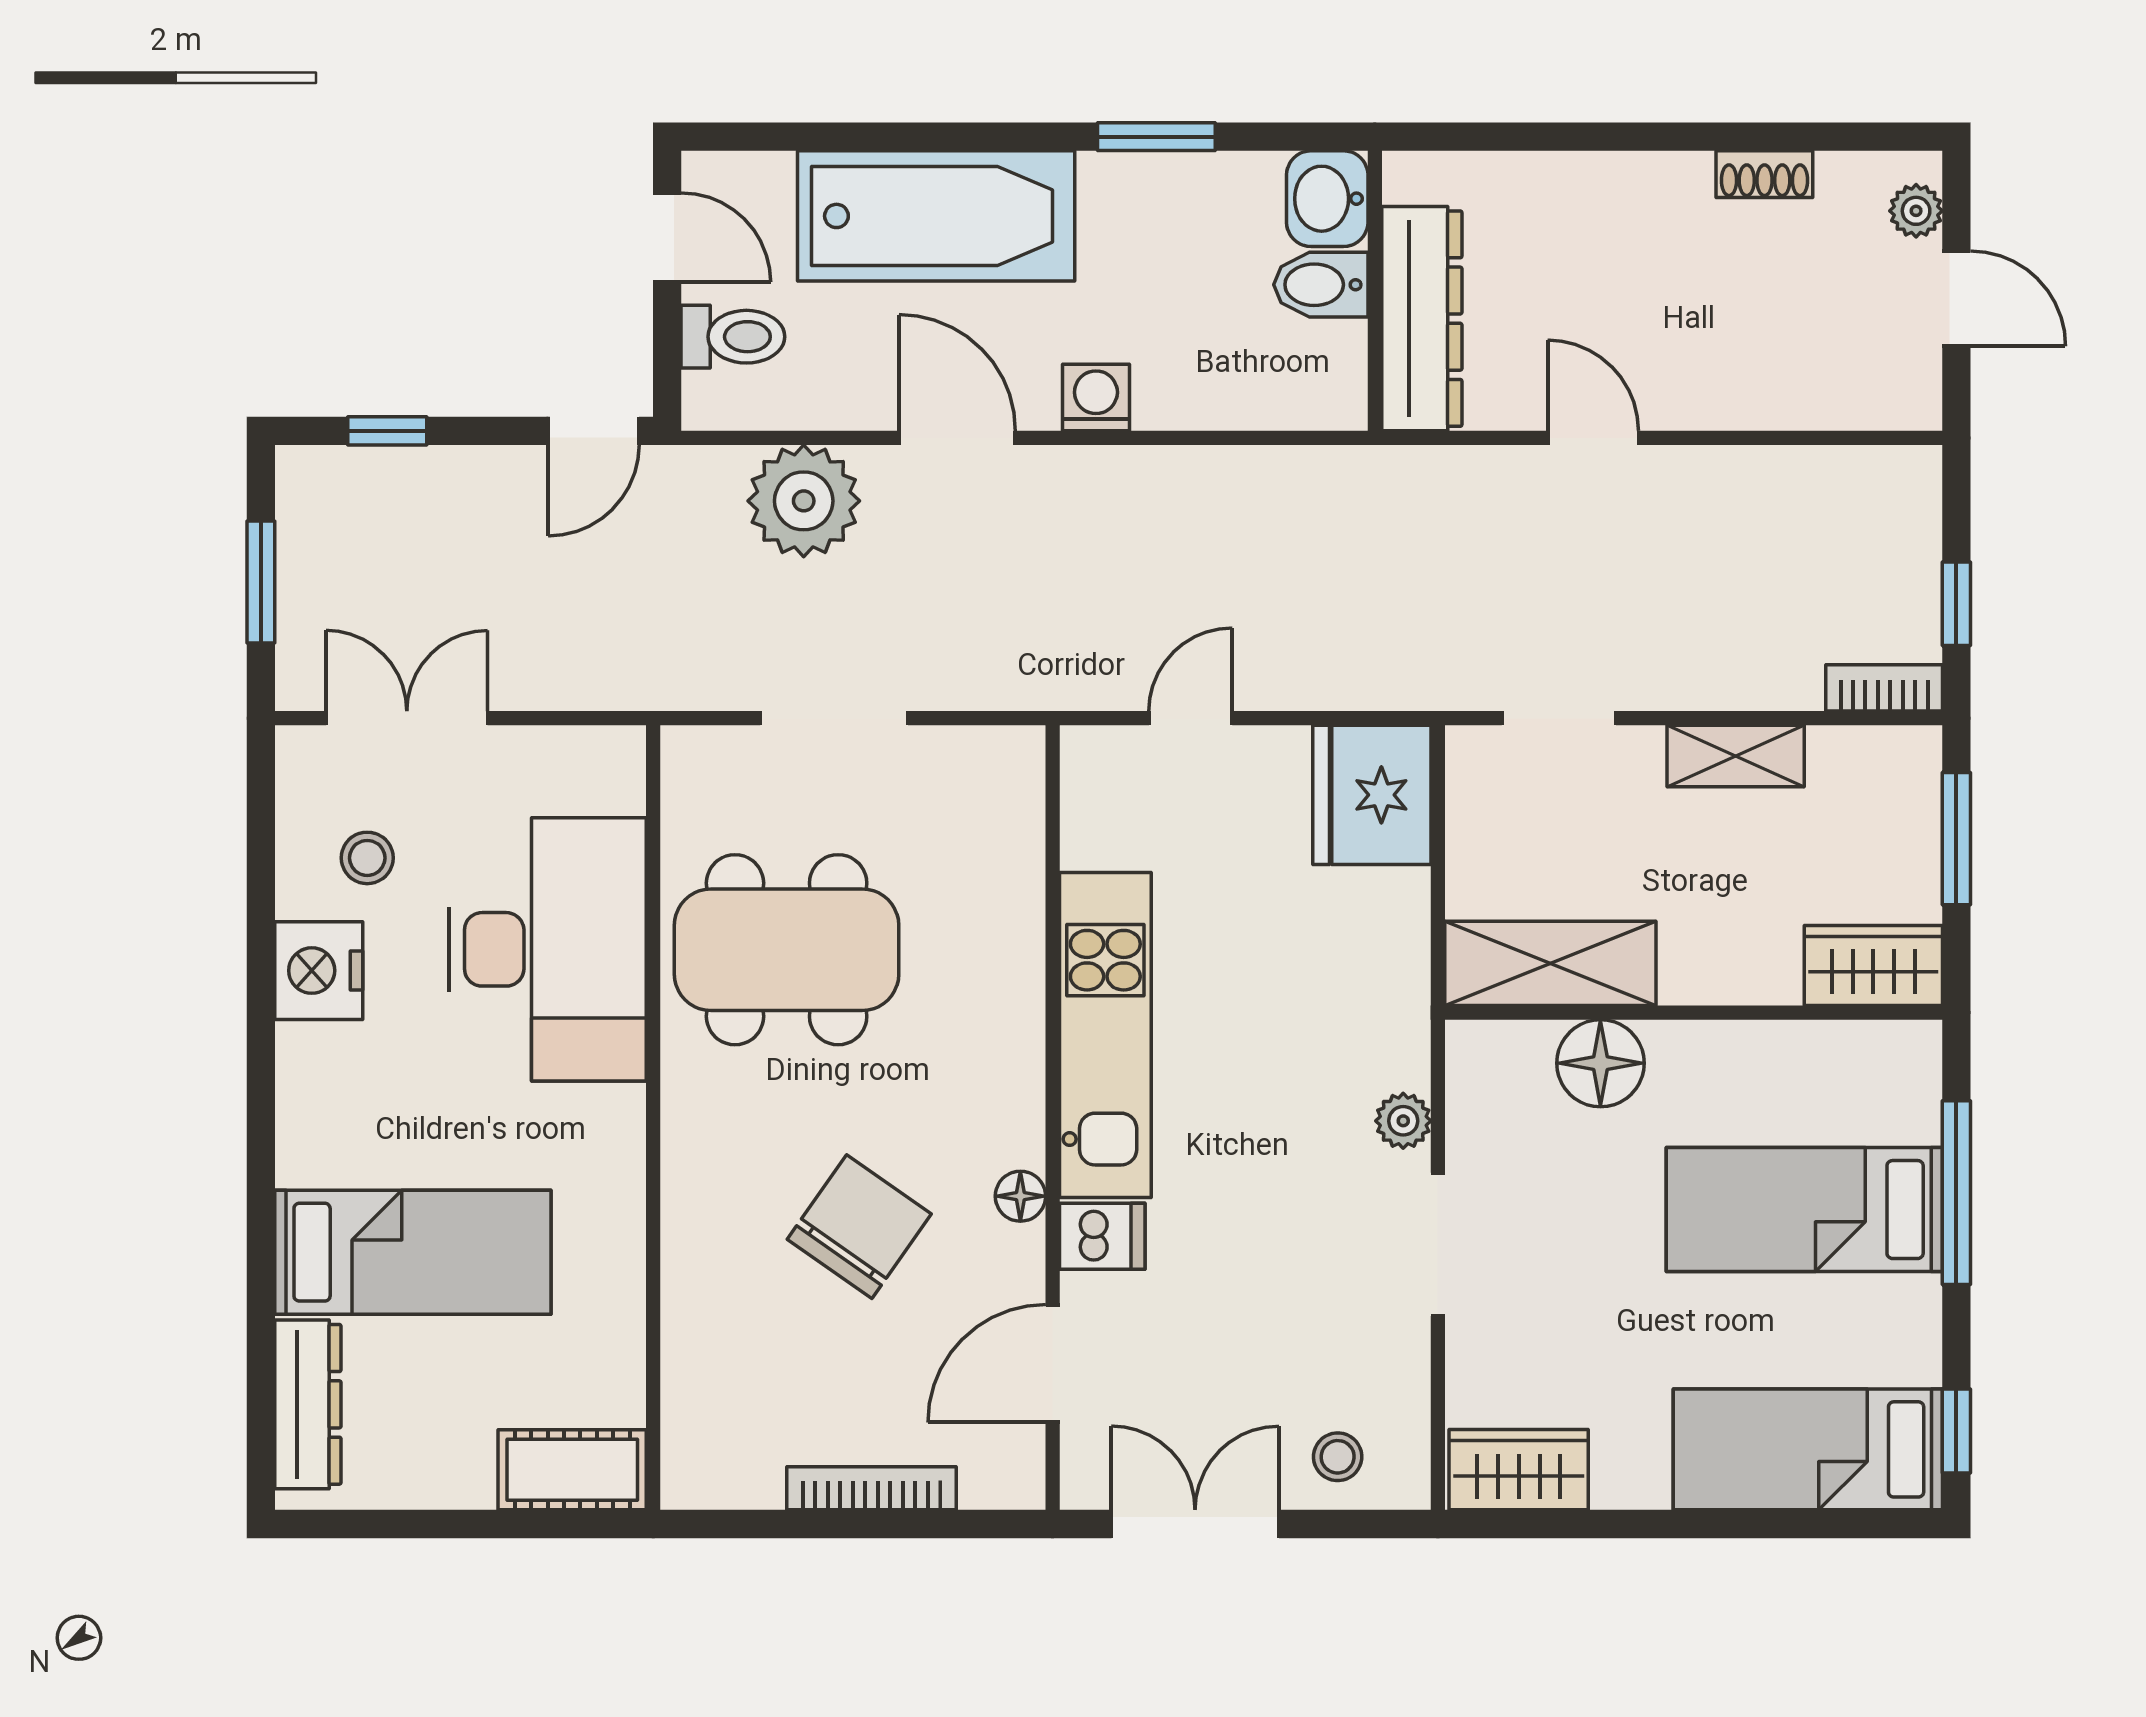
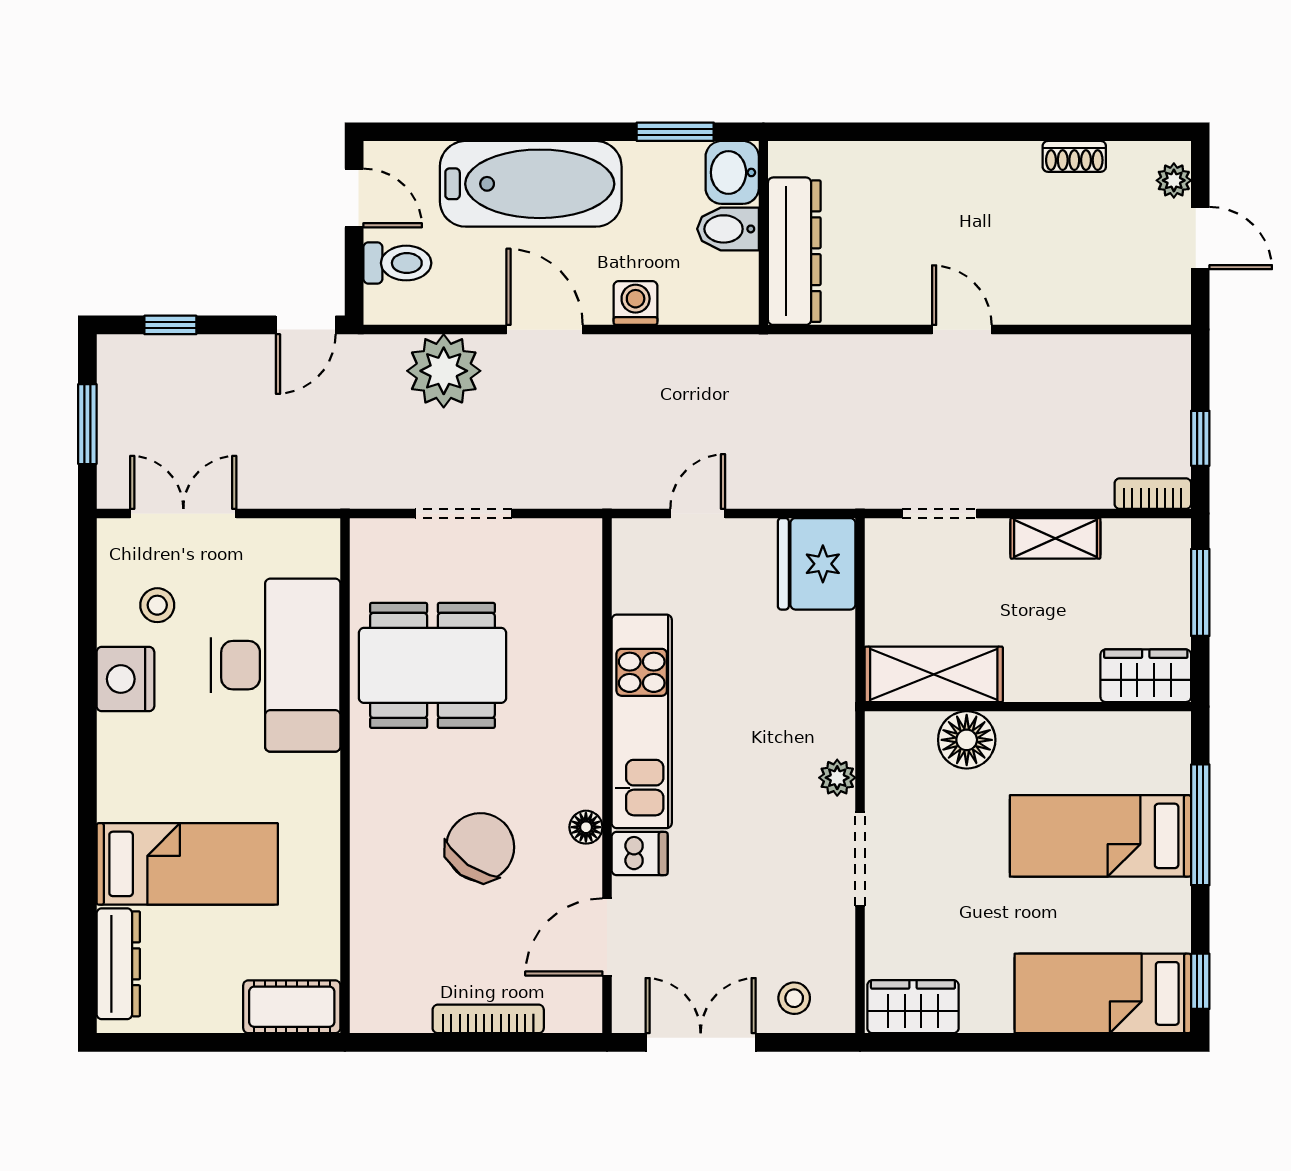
washbasin: (1327, 199) -> (732, 172), moved
bidet: (1321, 285) -> (728, 229), moved
wall: (1375, 291) -> (763, 233), moved
dresser: (1422, 319) -> (794, 251), moved

